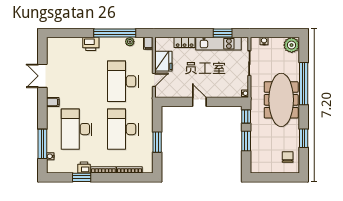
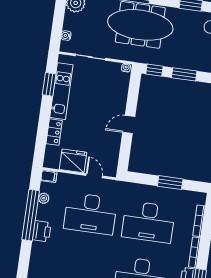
printer: (91, 44) -> (42, 231), moved

